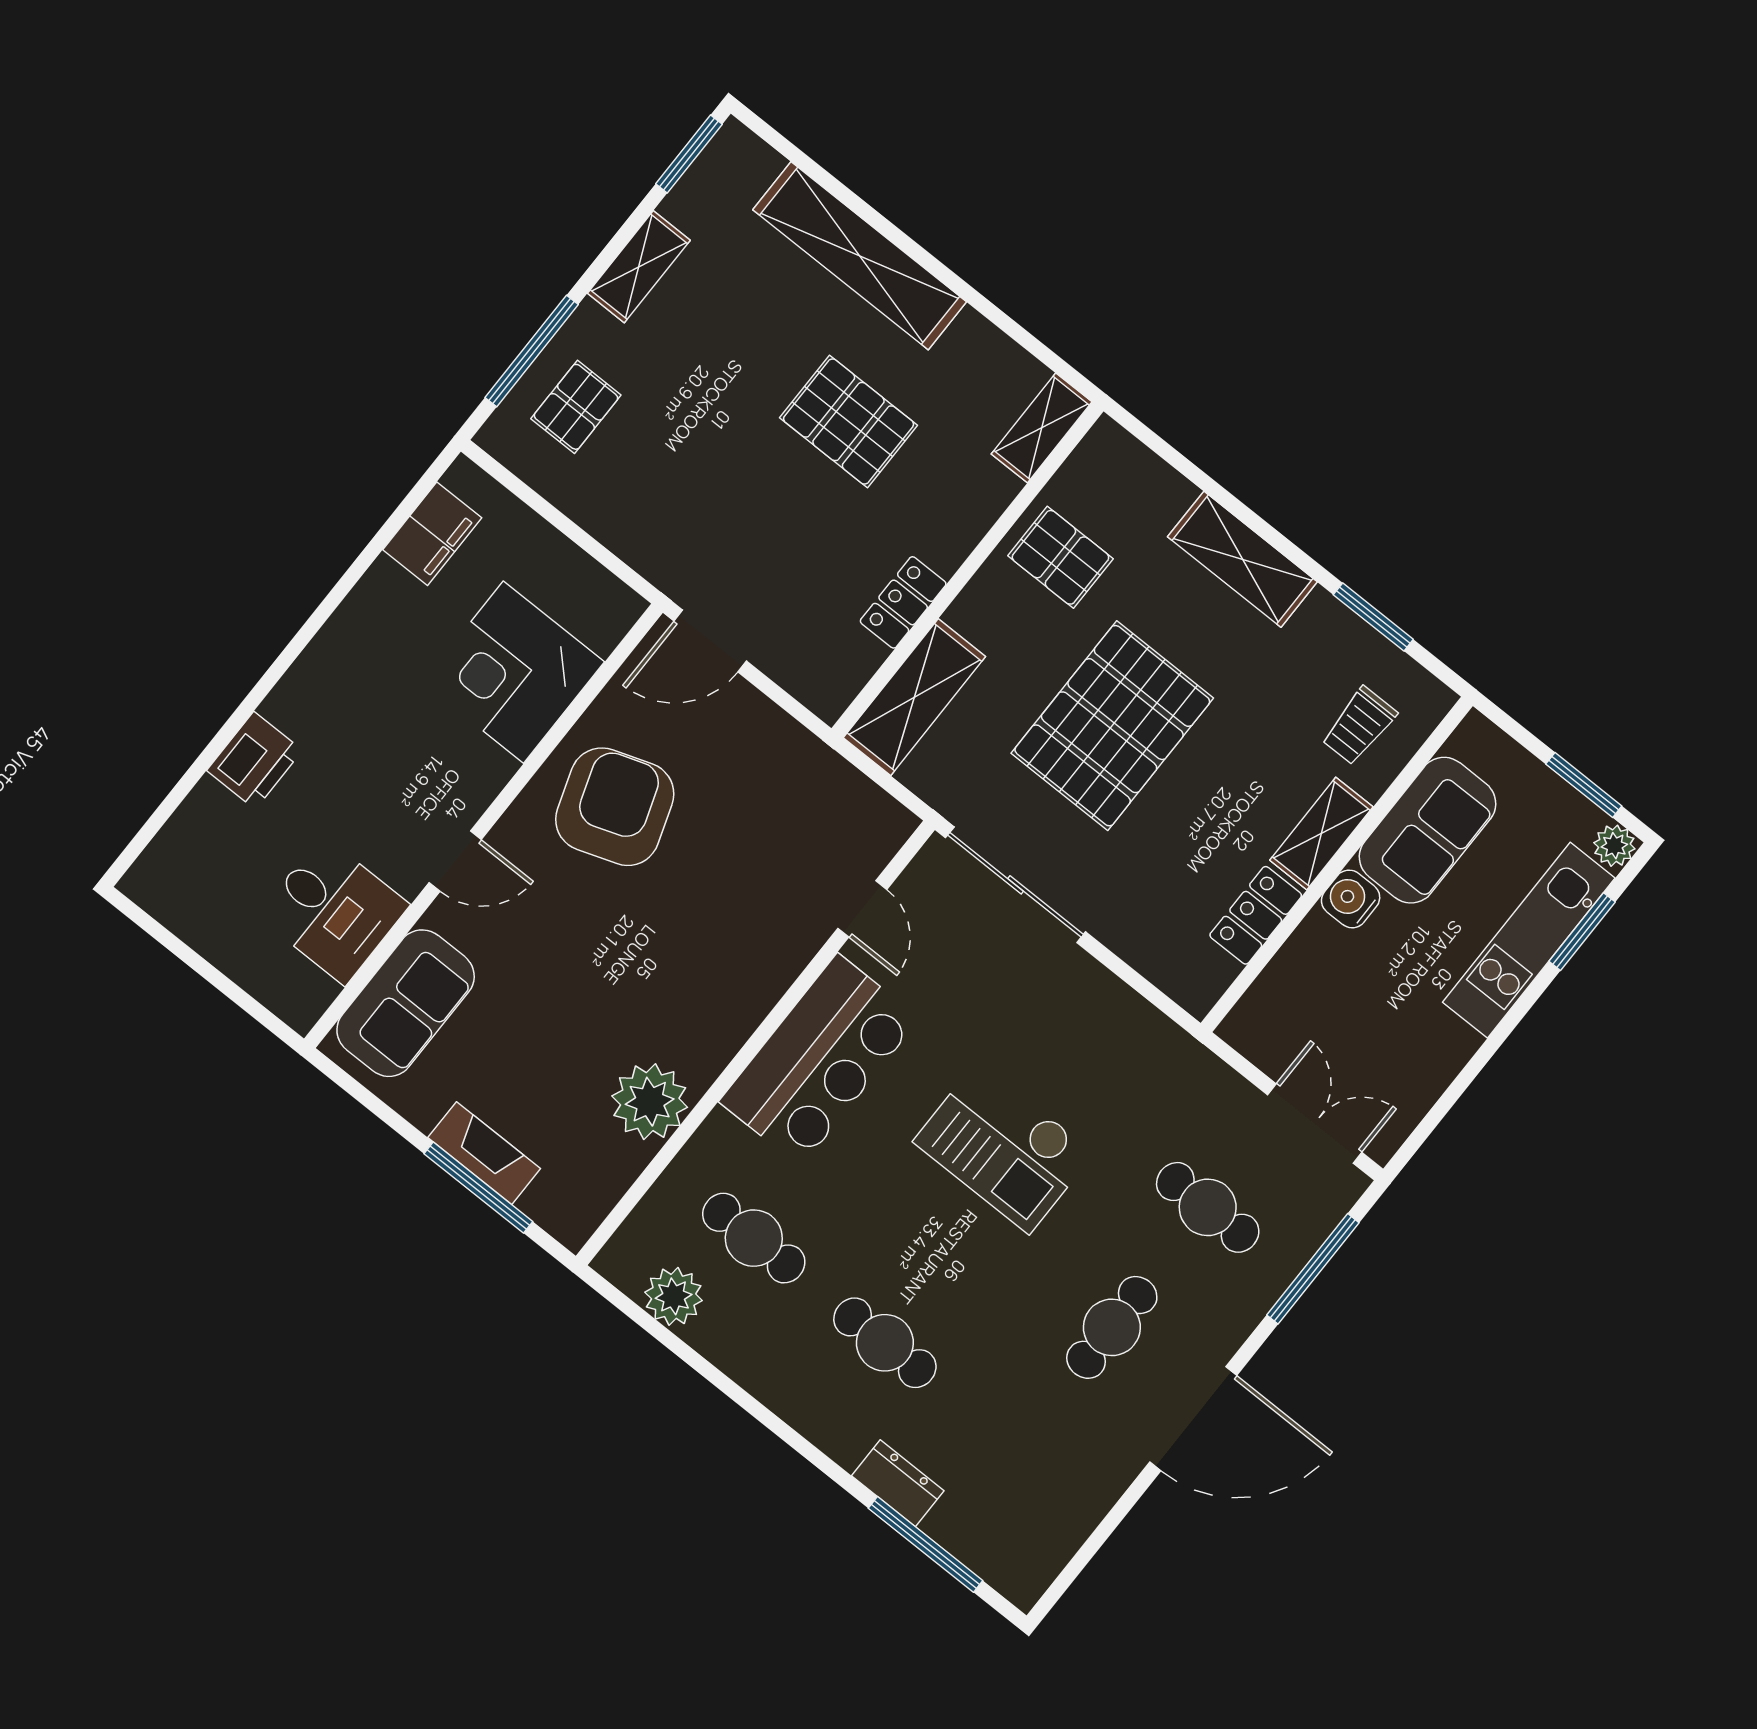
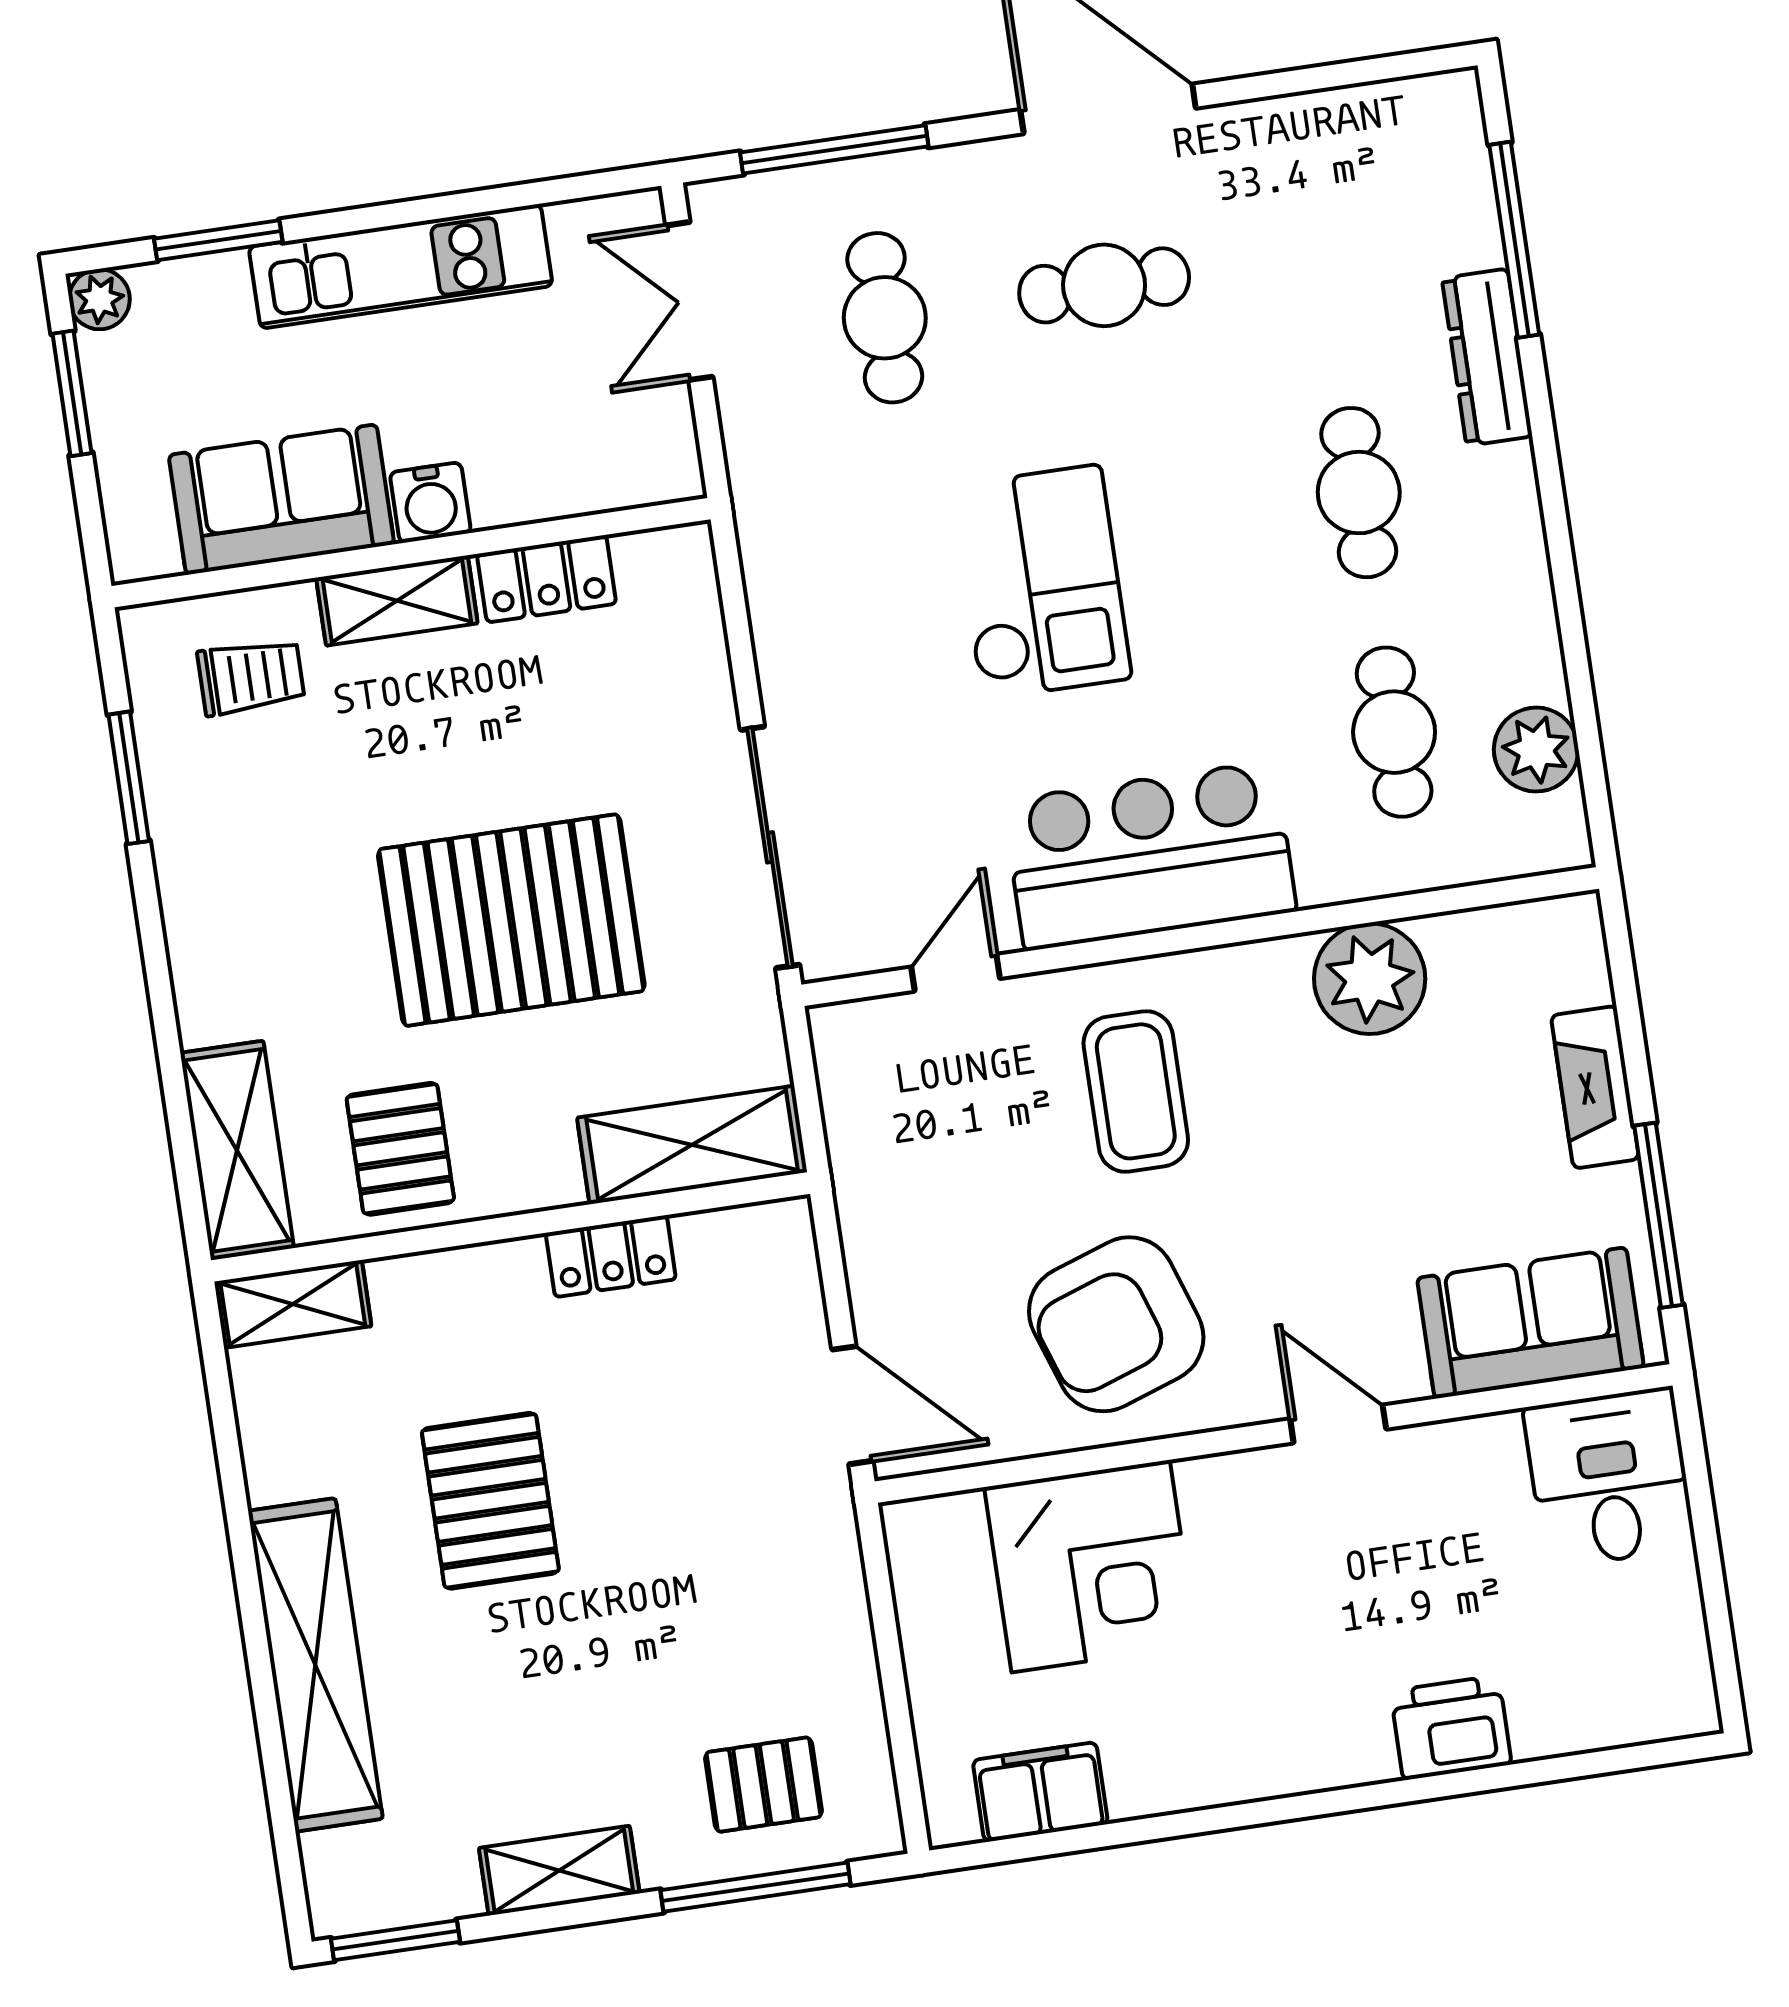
shelving: (1242, 559) -> (237, 1150), moved
desk: (334, 910) -> (1609, 1478), moved
coffee table: (715, 934) -> (1136, 1091), added
kitchen unit: (1529, 940) -> (401, 266), moved
window: (478, 1188) -> (1658, 1215), moved
dresser: (898, 1483) -> (1487, 357), width x1.44

